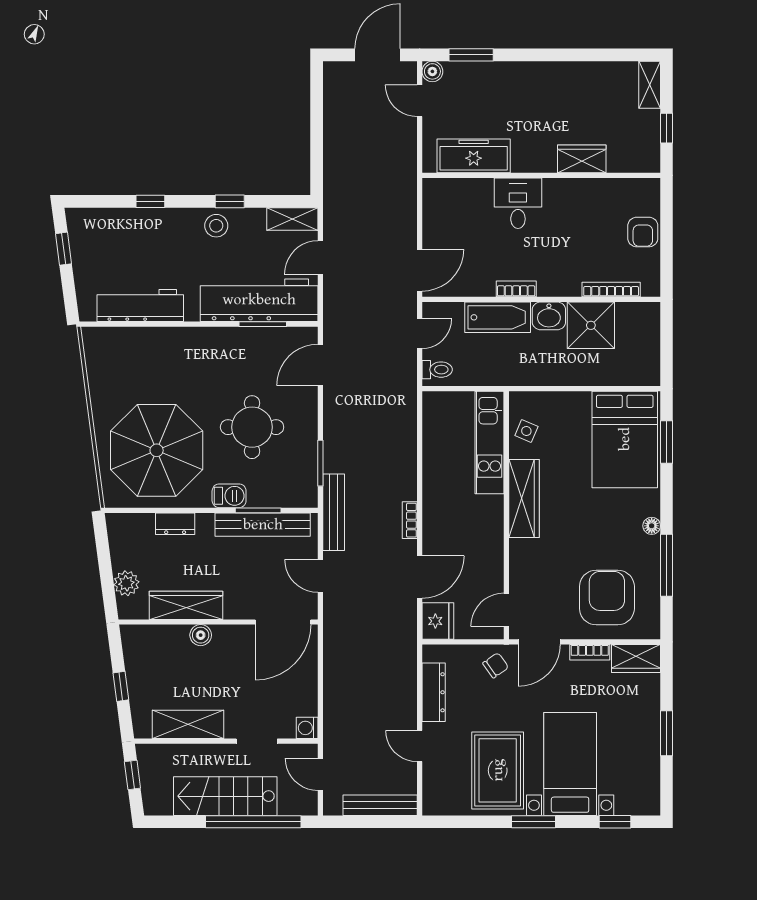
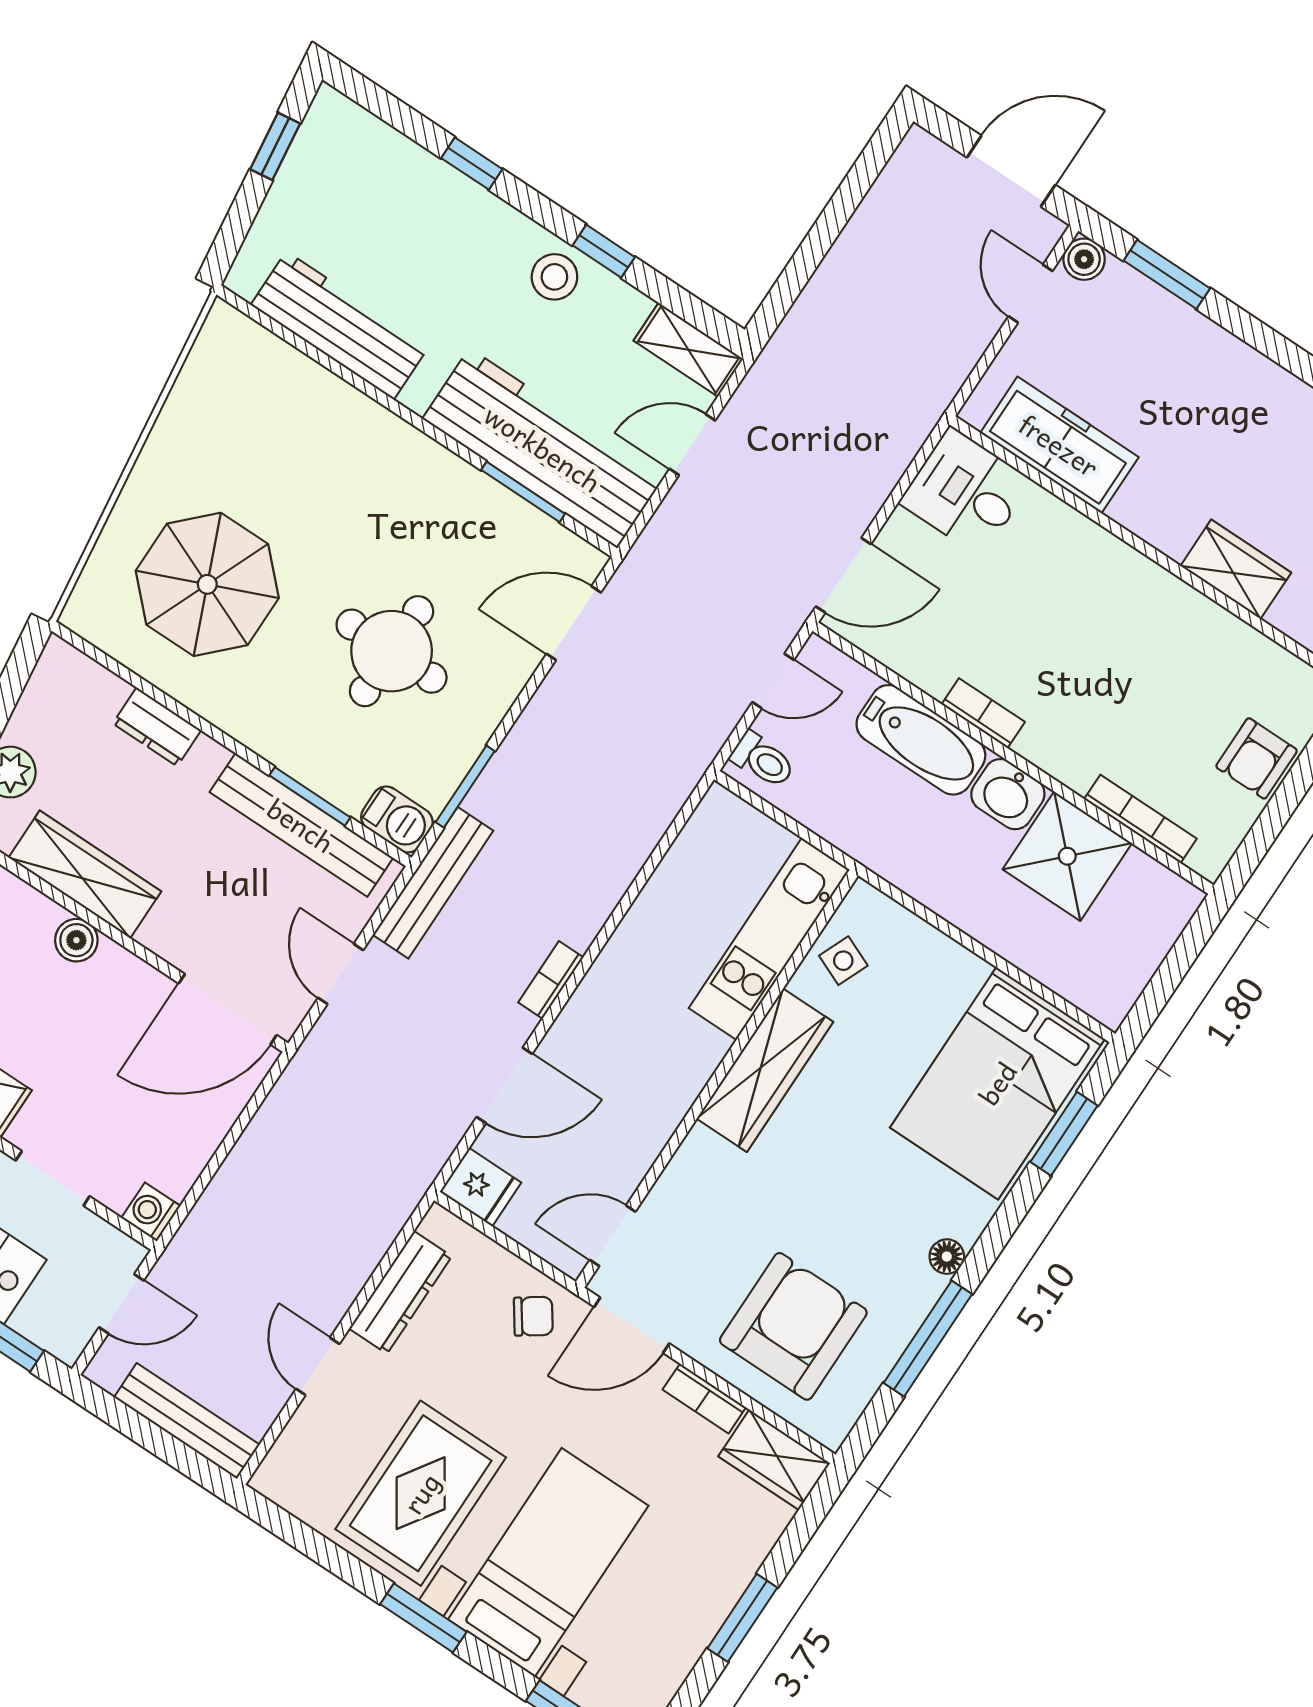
desk: (518, 203) -> (966, 492), moved, turned -90
parasol: (157, 450) -> (207, 584), width x0.73, depth x0.73
barbecue: (229, 496) -> (397, 819), moved
fridge: (438, 621) -> (481, 1187), width x0.72
door: (320, 774) -> (121, 1304), swing flipped

